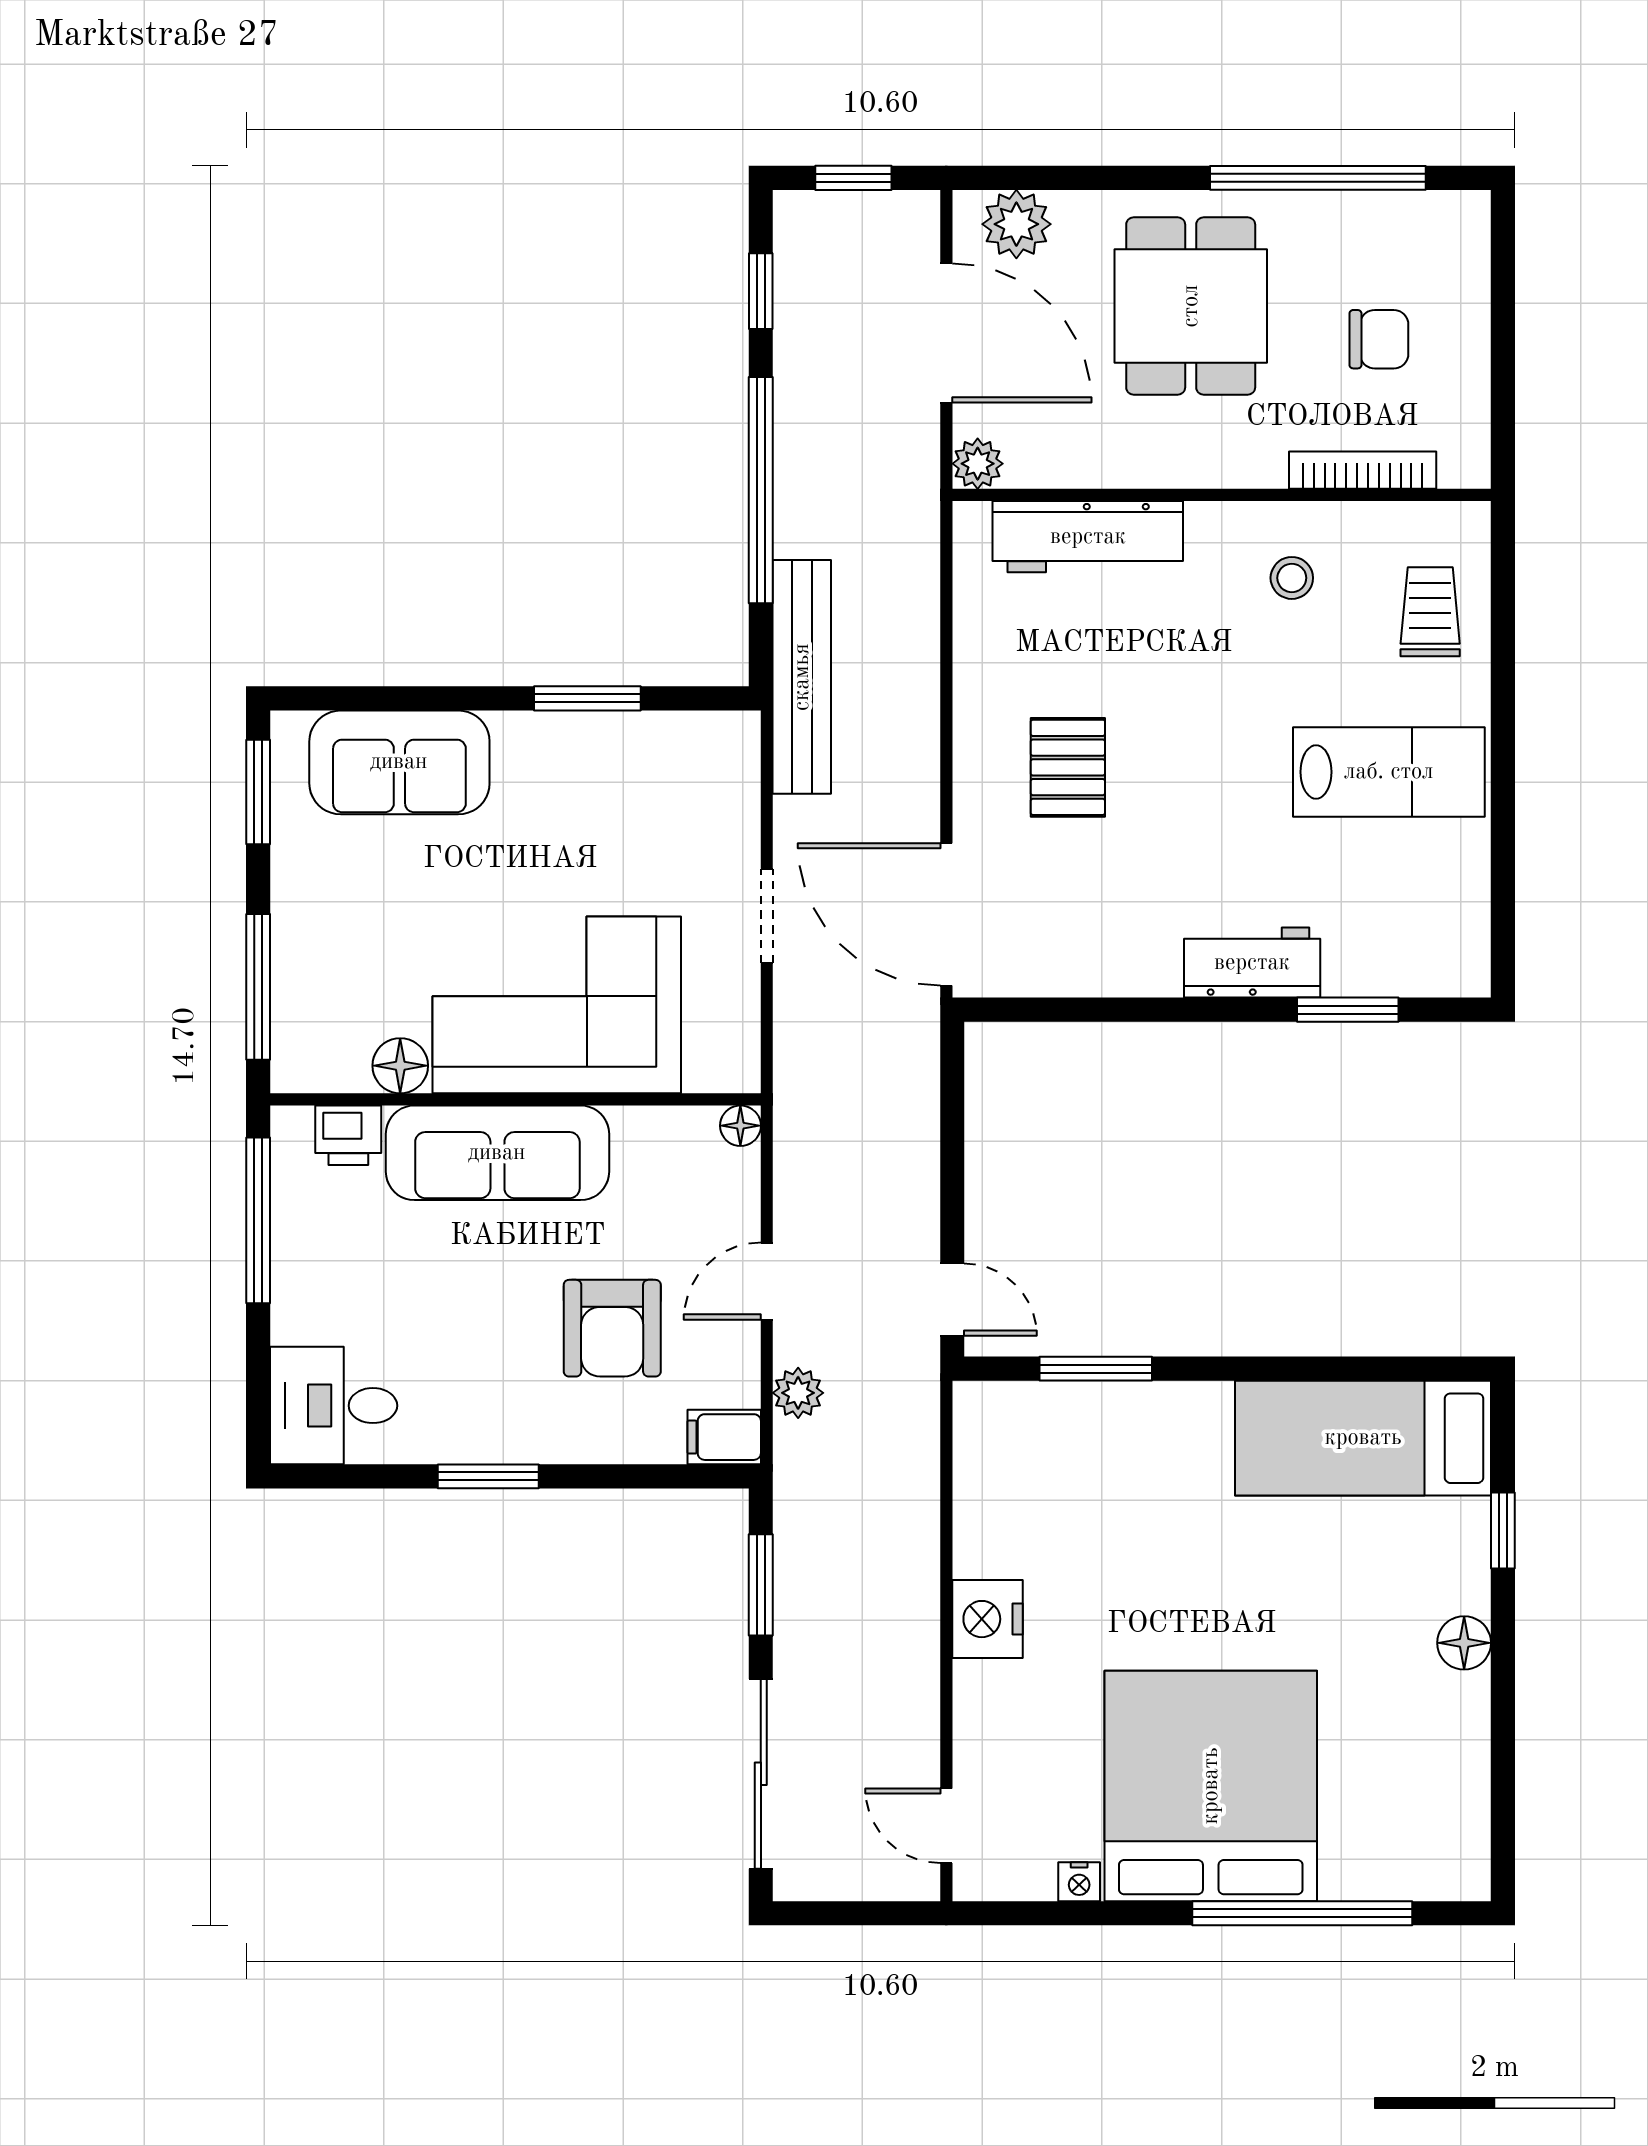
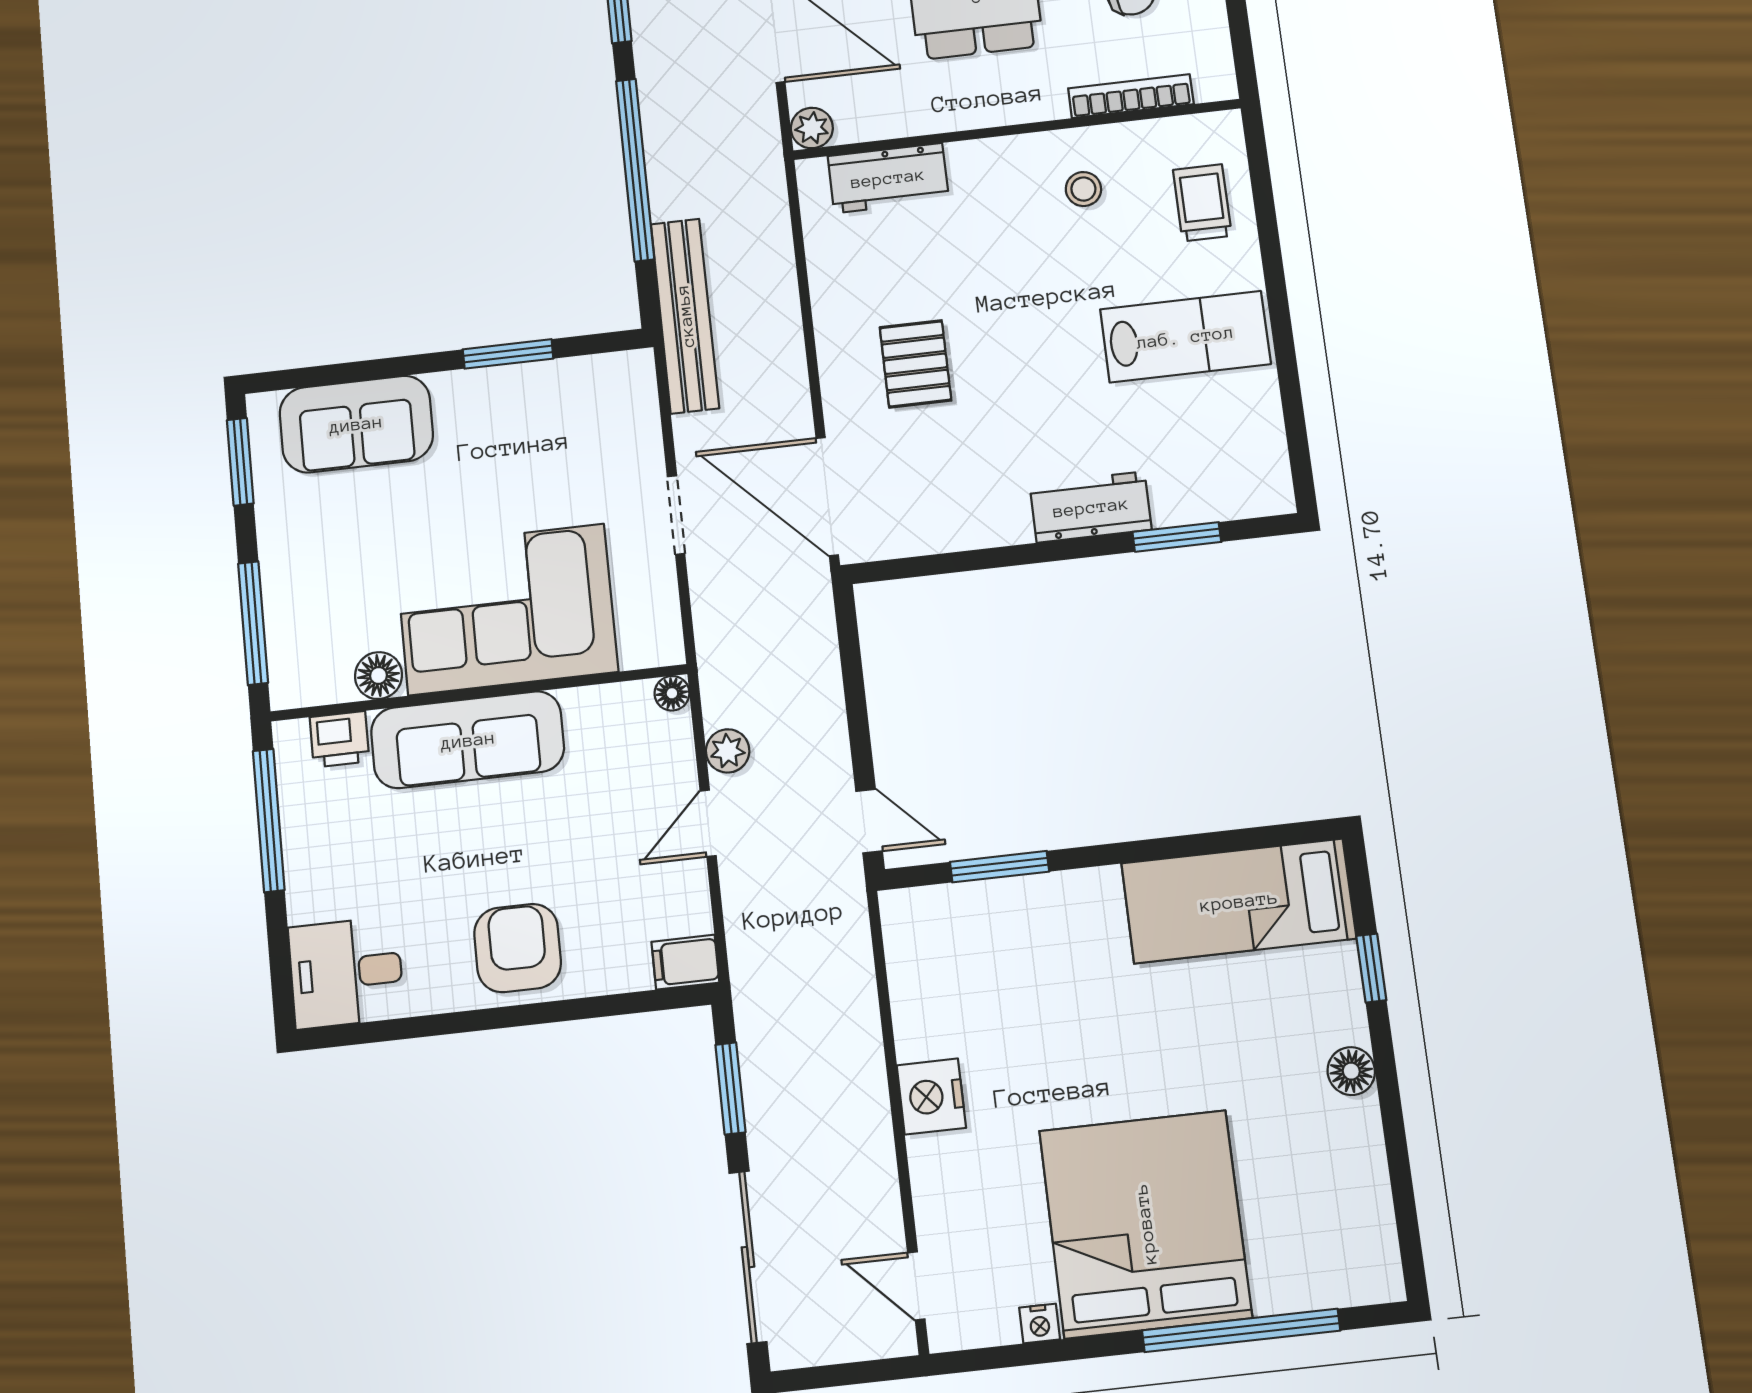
workbench: (1088, 537) -> (888, 178), width x0.73
armchair: (612, 1328) -> (518, 948), moved, turned 180
plant: (798, 1393) -> (728, 751), moved
window: (488, 1476) -> (485, 1019), removed

